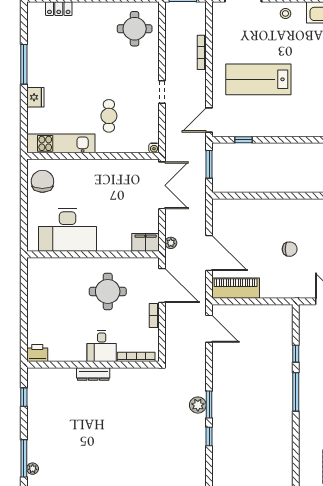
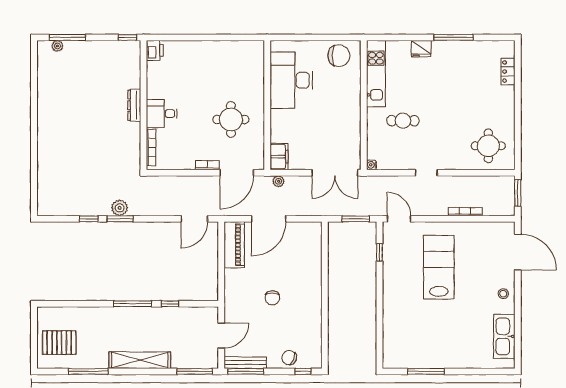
desk: (102, 346) -> (162, 114), moved
printer: (37, 353) -> (155, 50), moved
bookcase: (136, 357) -> (151, 147), moved
wall: (93, 365) -> (143, 105), moved
dresser: (93, 374) -> (134, 105), moved

